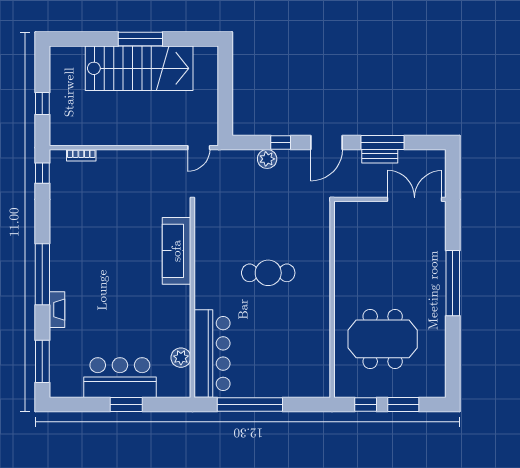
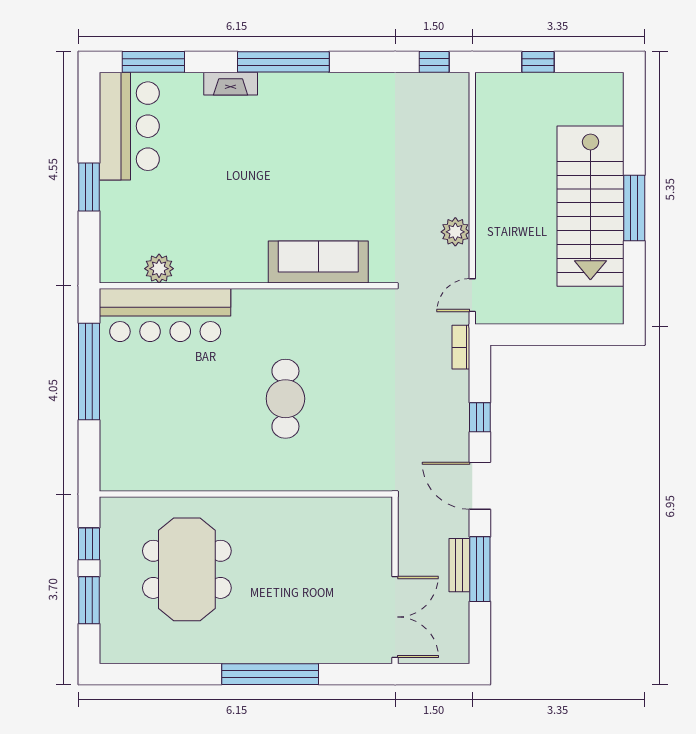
door: (199, 148) -> (472, 295), hinge flipped
bookcase: (81, 155) -> (461, 347), moved
plant: (267, 159) -> (455, 232), moved
bar counter: (120, 378) -> (129, 126), moved

